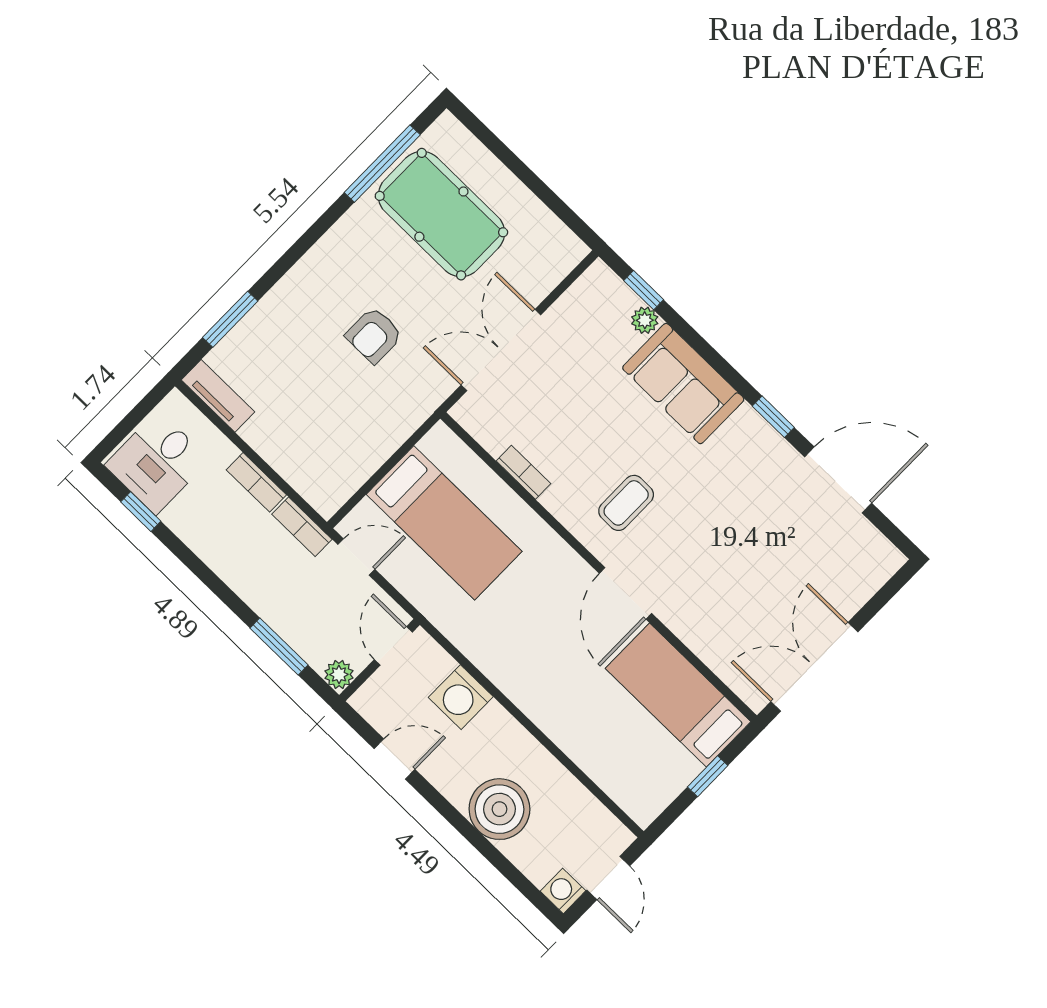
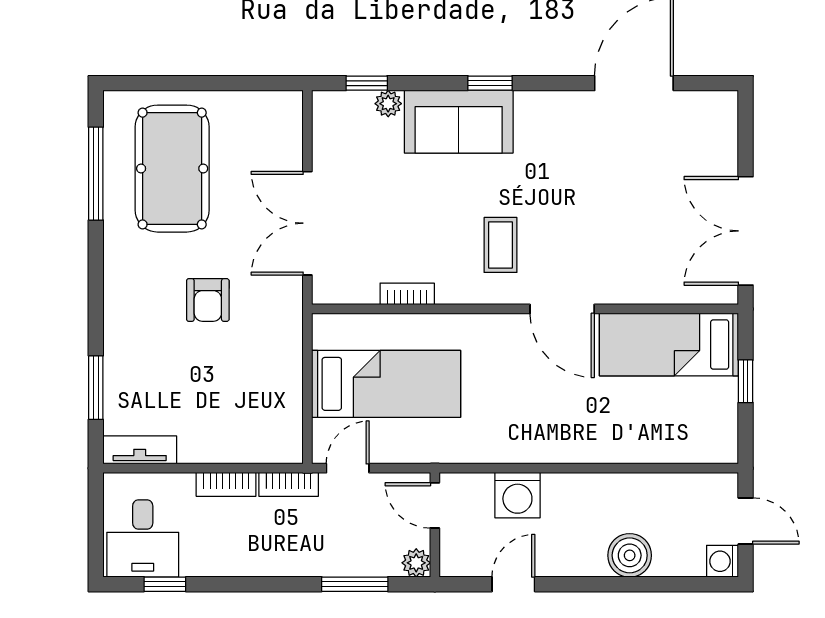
pool table: (441, 214) -> (172, 169), turned 90
window: (773, 417) -> (490, 83), moved
boiler: (499, 809) -> (630, 555), width x0.73, depth x0.73

